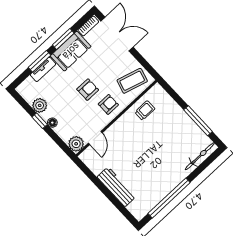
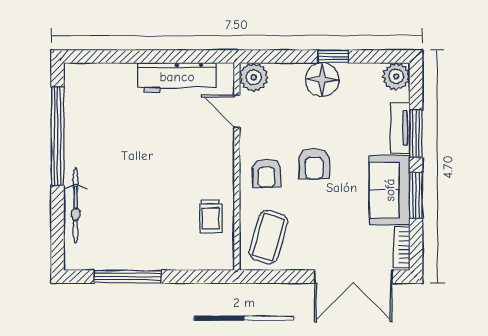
plant: (40, 105) -> (396, 76), moved
floor lamp: (52, 123) -> (322, 80), width x1.89, depth x1.89
bicycle: (200, 156) -> (76, 205), moved
workbench: (117, 187) -> (177, 77), moved

